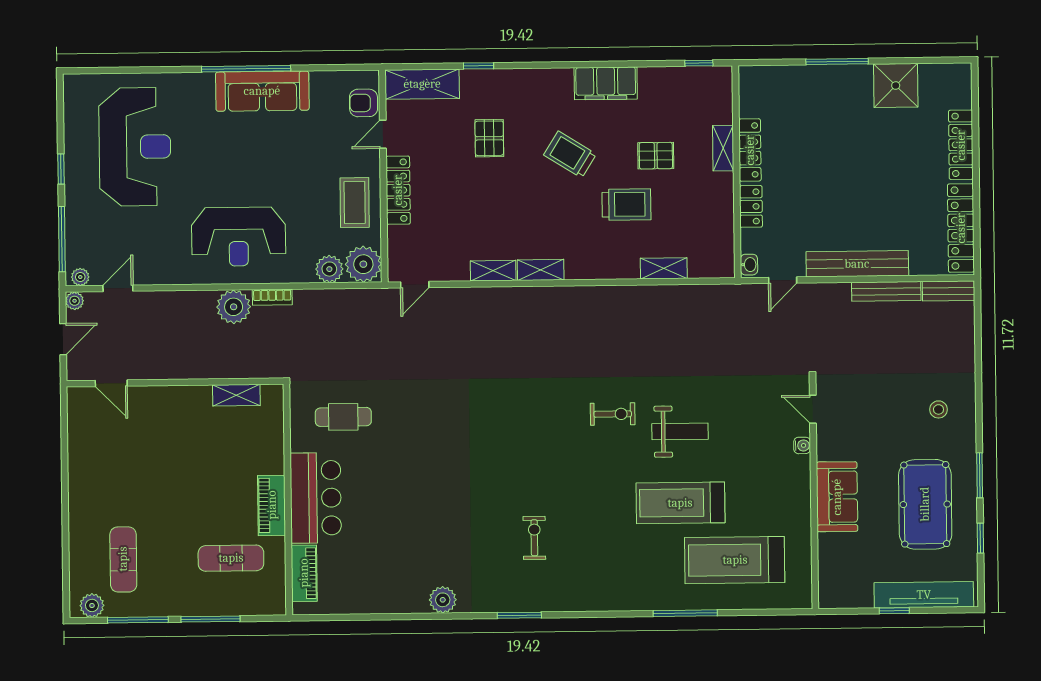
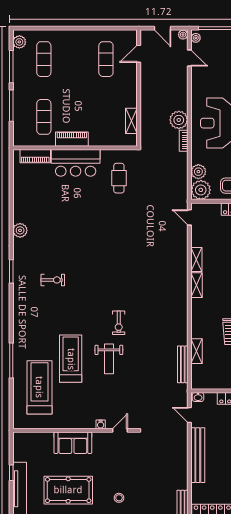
bench: (886, 291) -> (183, 364), moved
exercise mat: (122, 444) -> (106, 59), added
exercise mat: (123, 559) -> (44, 59), turned 90

